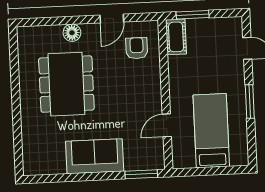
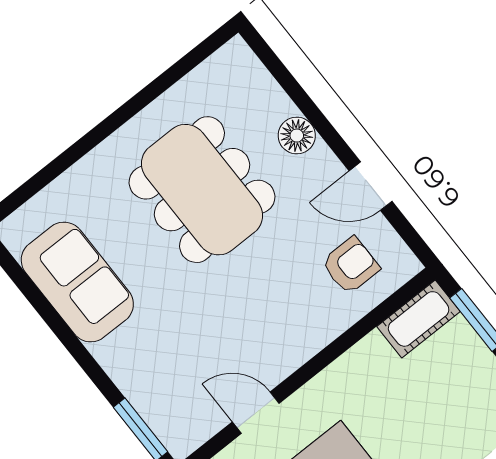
dining table: (66, 84) -> (202, 190), turned 90
sofa: (95, 156) -> (77, 282), moved

